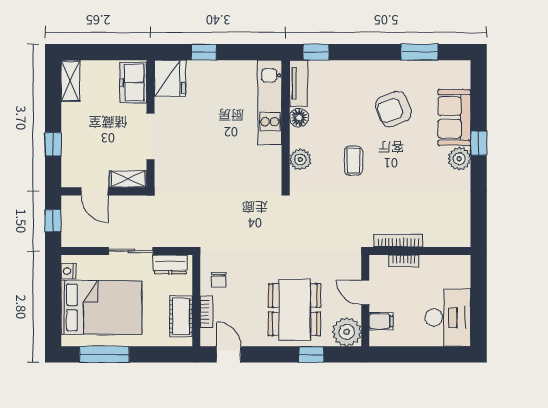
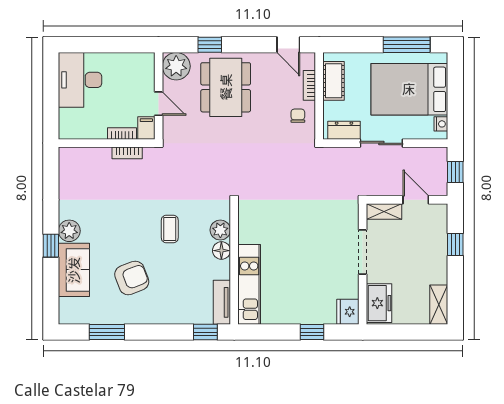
fridge: (170, 78) -> (348, 312), width x0.73, depth x0.75
floor lamp: (299, 118) -> (221, 251), moved
bookcase: (398, 241) -> (127, 153), width x0.64
filing cabinet: (381, 321) -> (146, 128), moved, turned 90

